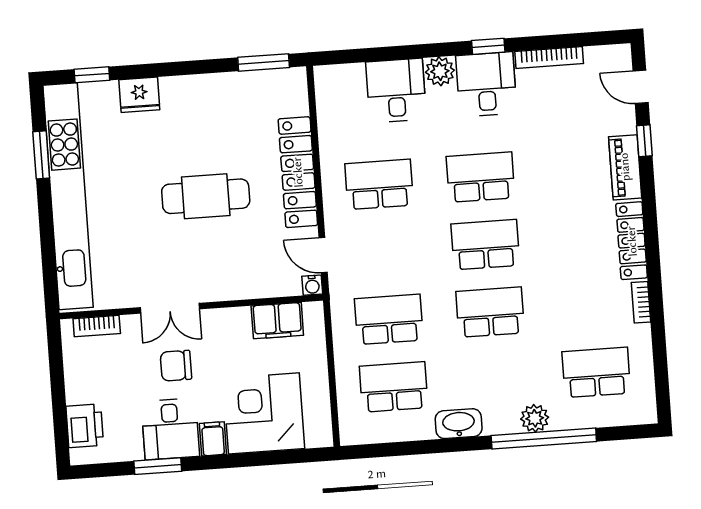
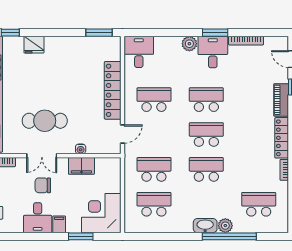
window: (488, 46) -> (215, 33), width x1.50
desk: (396, 90) -> (139, 52), moved
cafe table: (206, 196) -> (45, 121), moved
door: (323, 255) -> (123, 134), swing flipped
water cooler: (312, 285) -> (81, 149), moved
filing cabinet: (277, 321) -> (81, 166), moved
corner desk: (264, 413) -> (101, 213), moved
washbasin: (459, 424) -> (205, 226), moved
window: (158, 466) -> (81, 236), moved

